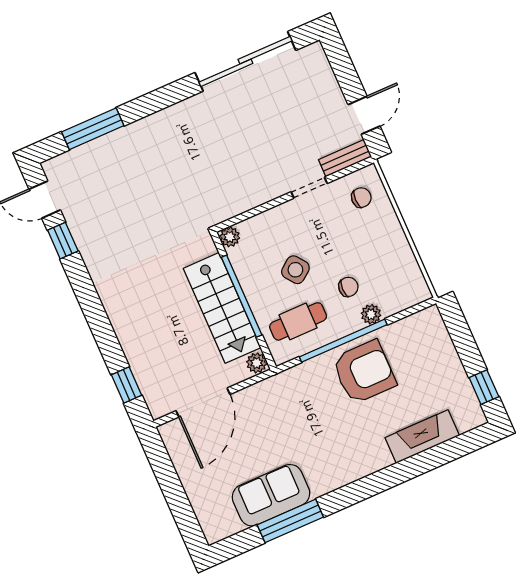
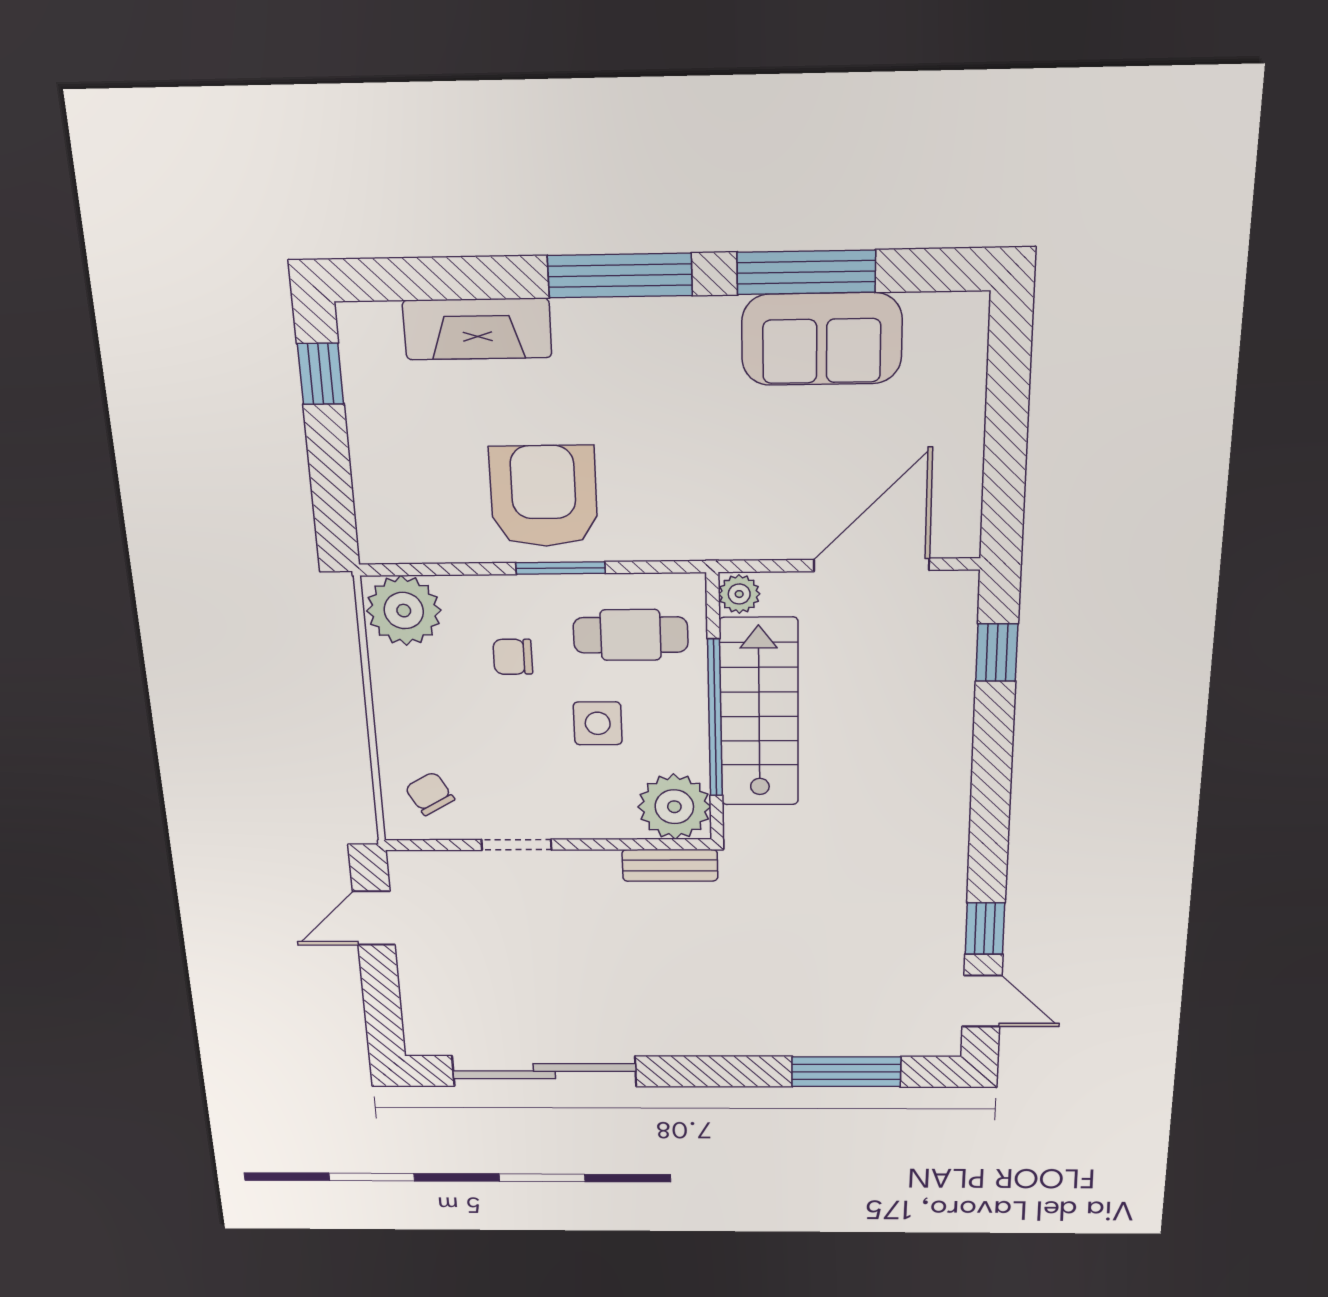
bench: (345, 158) -> (670, 865), moved
chair: (361, 198) -> (430, 794), turned 60
plant: (230, 237) -> (674, 807), width x1.87, depth x1.87
side table: (295, 270) -> (598, 723), turned 37
plant: (371, 314) -> (404, 611), moved, width x1.87, depth x1.87
window: (343, 341) -> (560, 568), width x0.47
armchair: (364, 372) -> (544, 496), turned 90
window: (369, 486) -> (620, 275), added

